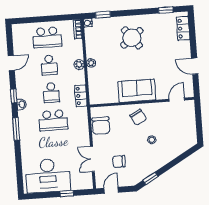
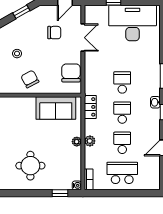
round table: (132, 38) -> (30, 166), turned 38
sofa: (137, 91) -> (56, 108), moved
school desk: (53, 120) -> (122, 82), width x0.54

